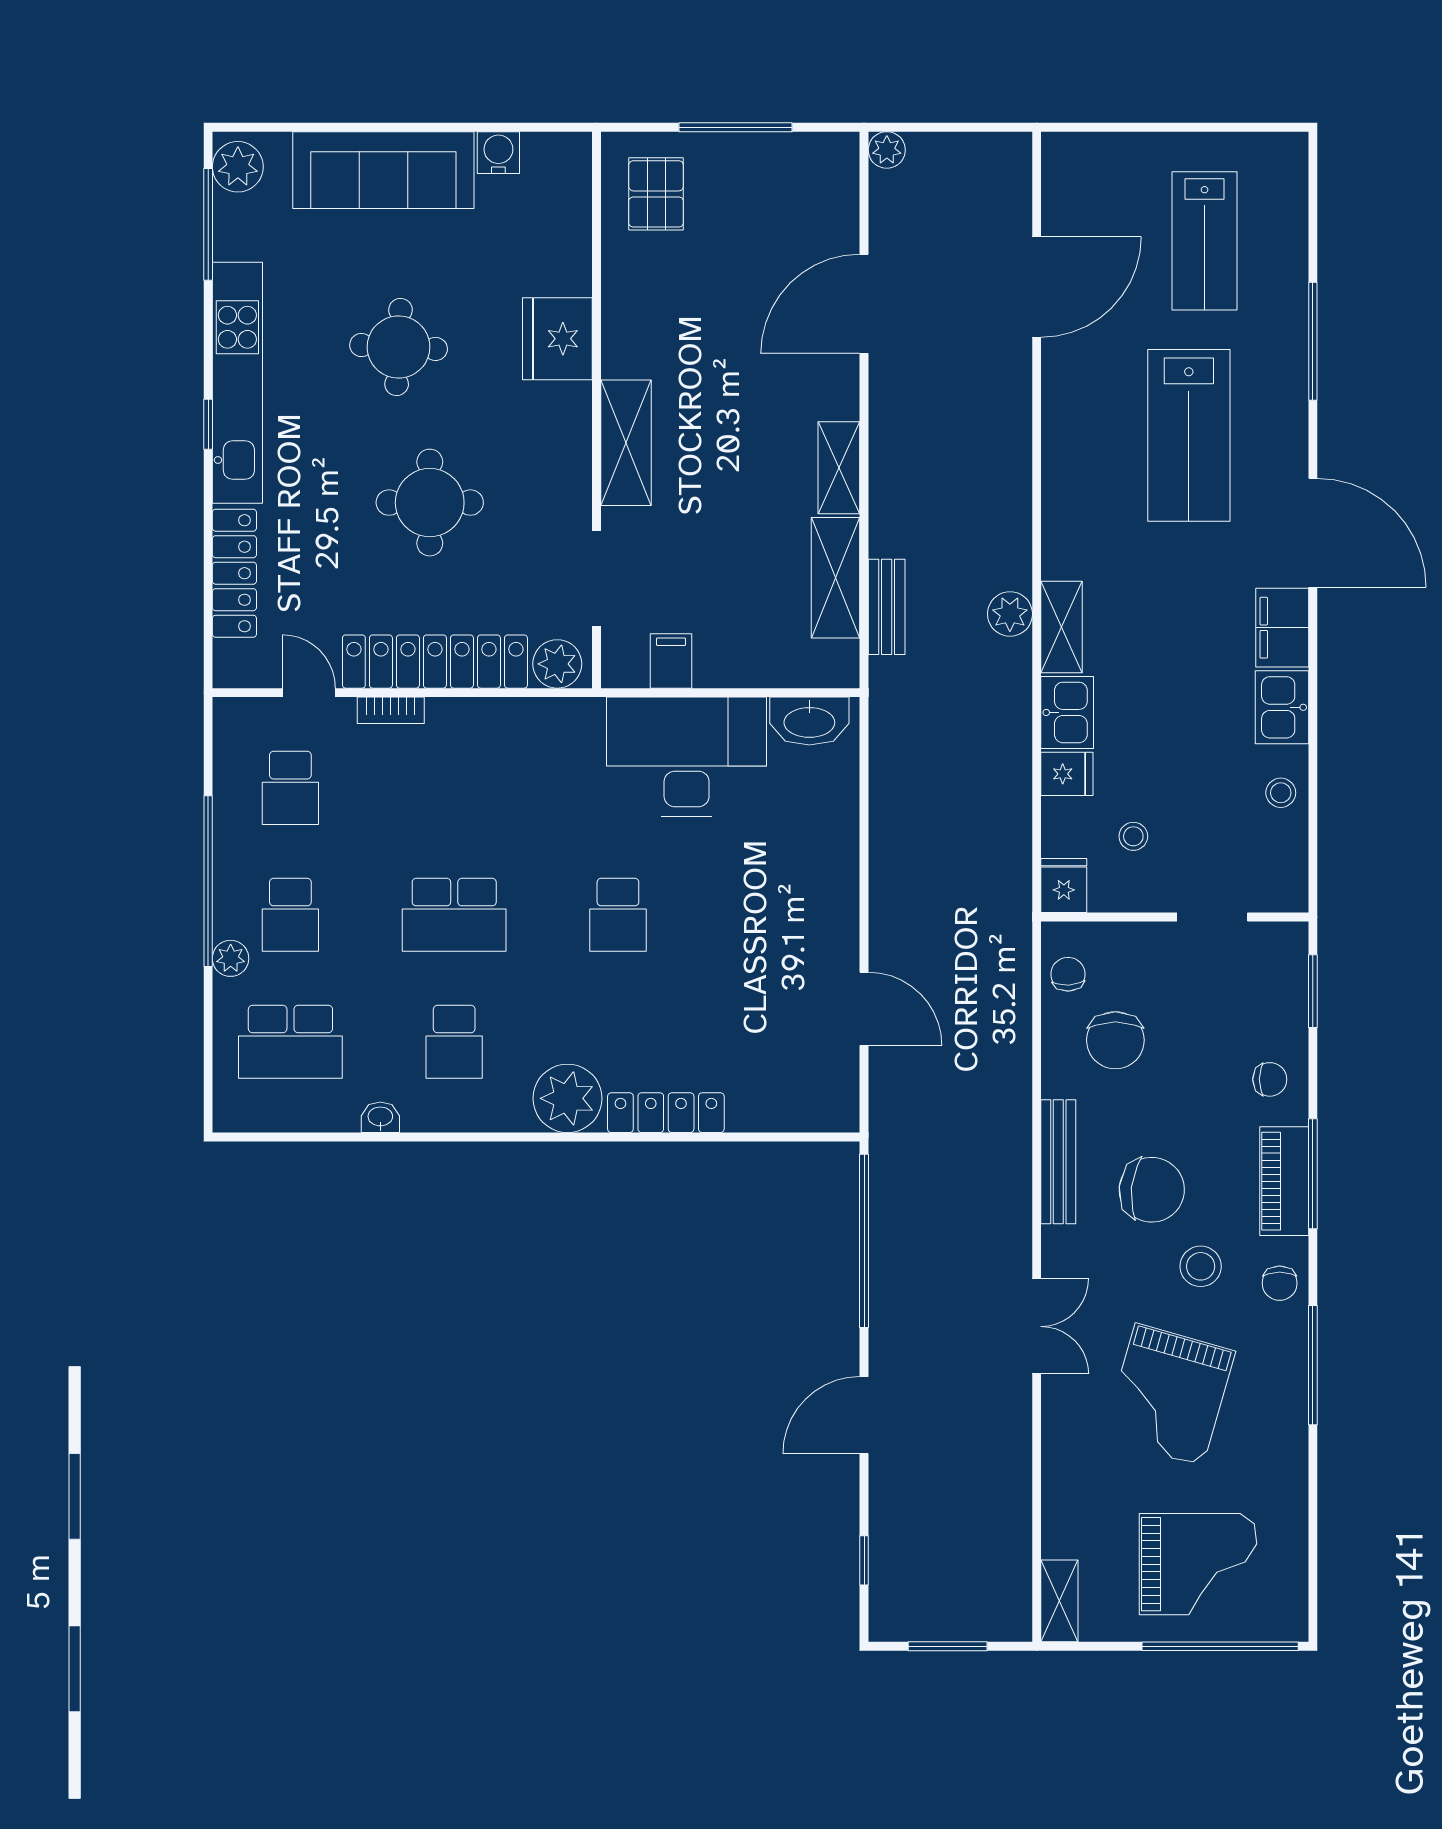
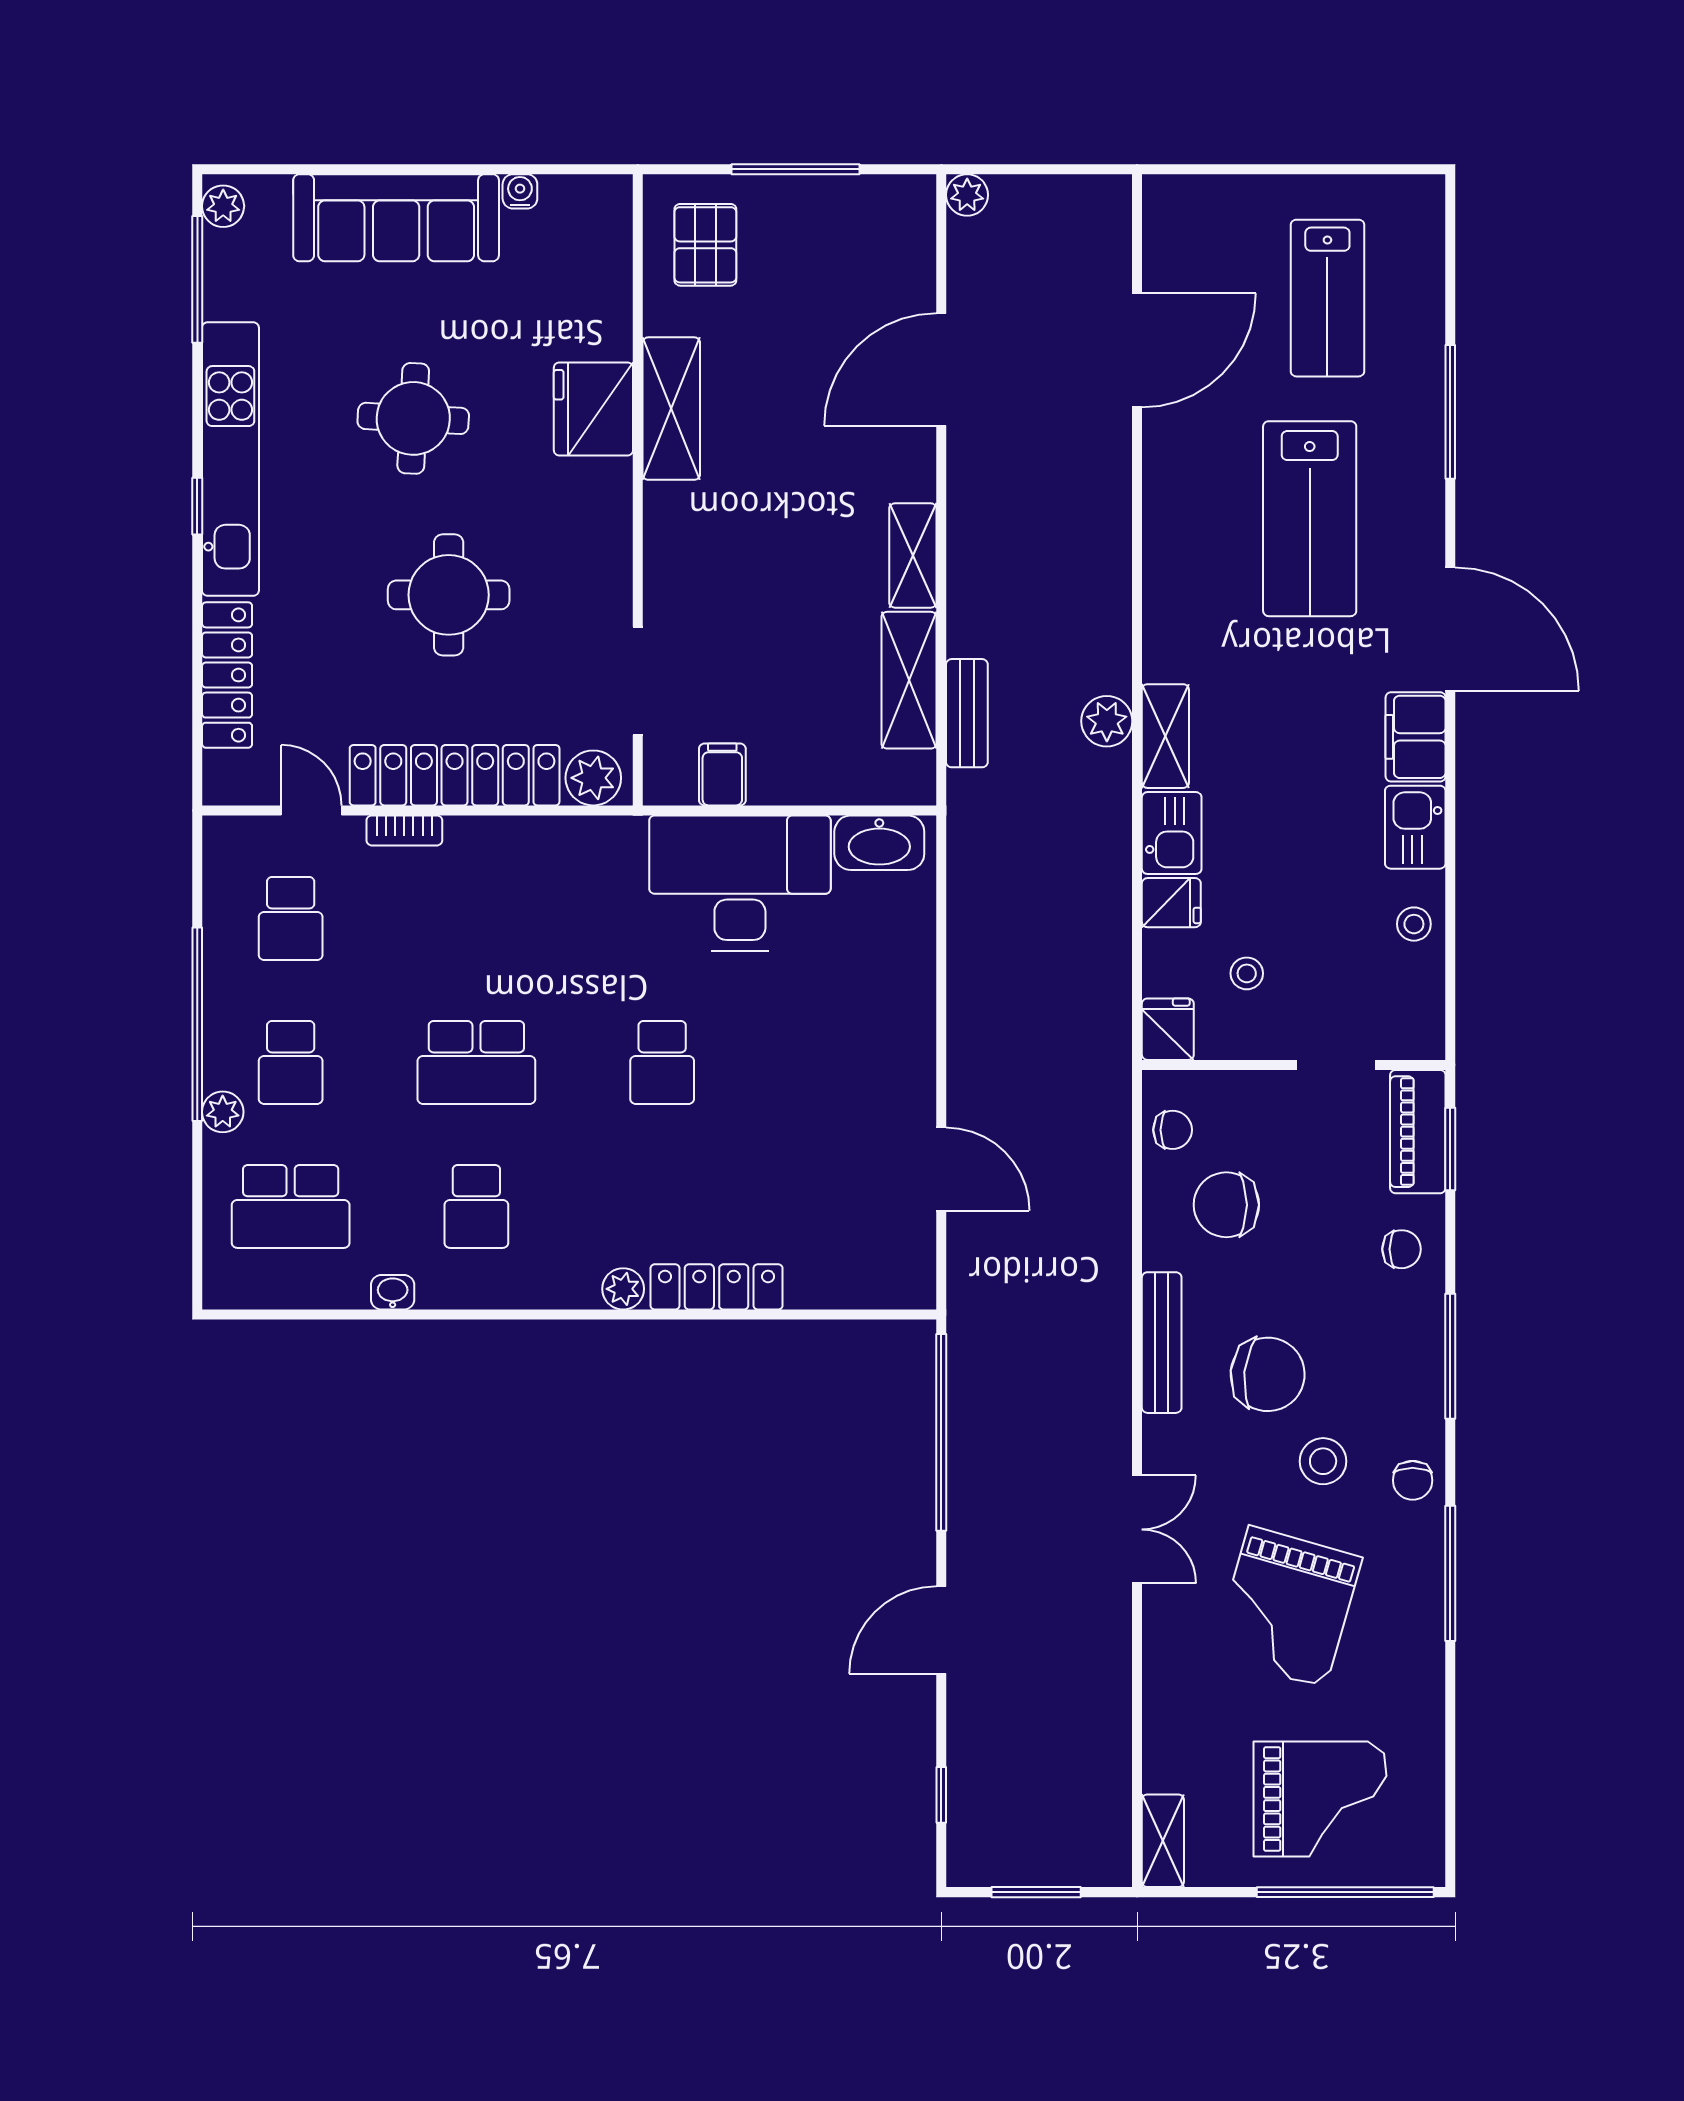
water cooler: (498, 153) -> (520, 191), width x0.72, depth x0.72
plant: (238, 167) -> (223, 206), width x0.73, depth x0.73
shelving: (626, 443) -> (671, 409), moved
chair: (1068, 974) -> (1173, 1130), turned 93
chair: (1115, 1040) -> (1226, 1205), turned 90
plant: (568, 1098) -> (623, 1289), width x0.53, depth x0.53
piano: (1284, 1181) -> (1418, 1132), moved

